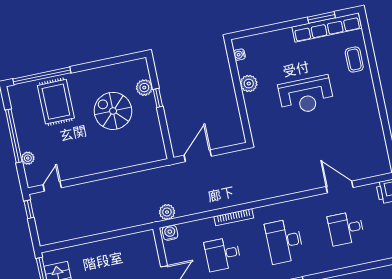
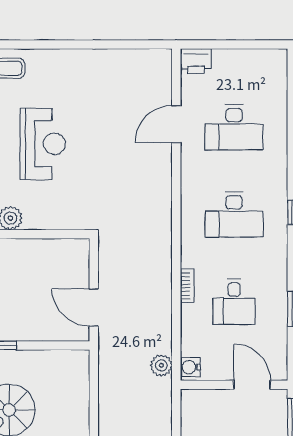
bookcase: (234, 217) -> (187, 286), width x0.64
desk: (346, 228) -> (234, 127), width x1.37

